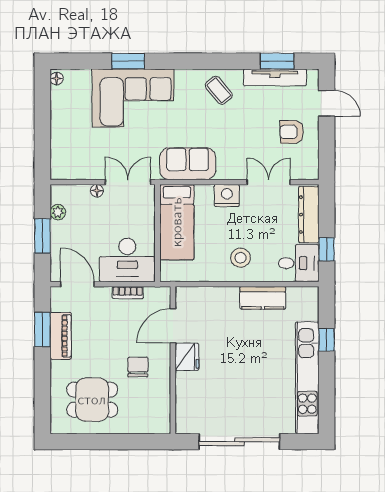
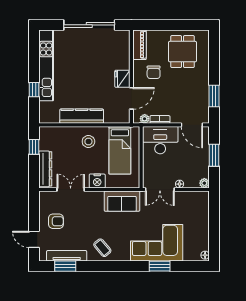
double door: (269, 182) -> (71, 189), swing flipped
plant: (58, 212) -> (204, 183), moved
bed: (177, 222) -> (120, 150), moved, turned 180
desk: (299, 263) -> (52, 138), removed
plant: (152, 294) -> (145, 119), added
kitchen counter: (263, 298) -> (82, 116), width x1.50
piano: (61, 336) -> (139, 45), moved, turned 180
dining table: (92, 400) -> (182, 52), turned 90

